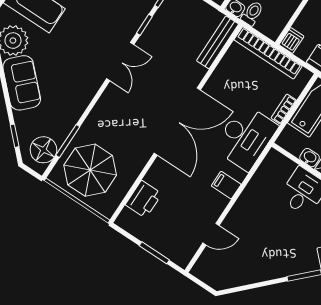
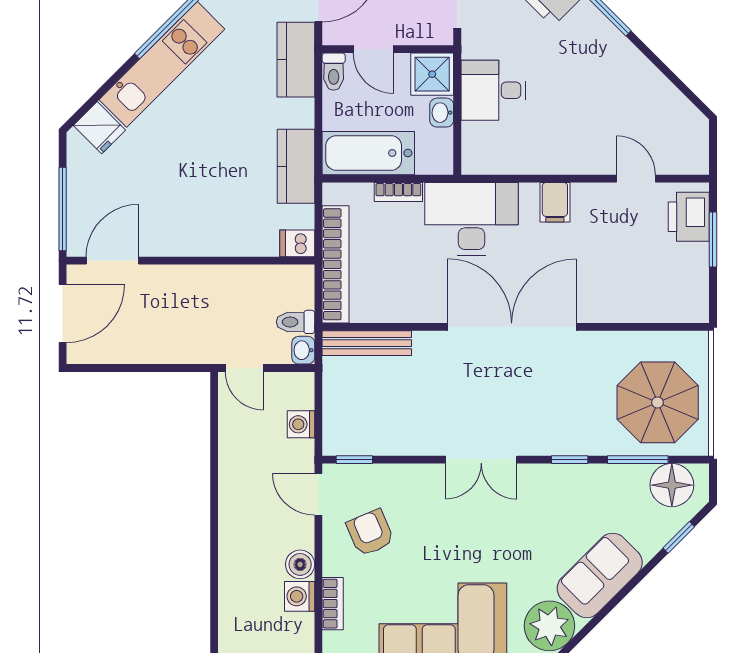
window: (144, 25) -> (570, 460), moved
double door: (120, 62) -> (481, 460), swing flipped
printer: (144, 199) -> (689, 217), moved, turned -90

